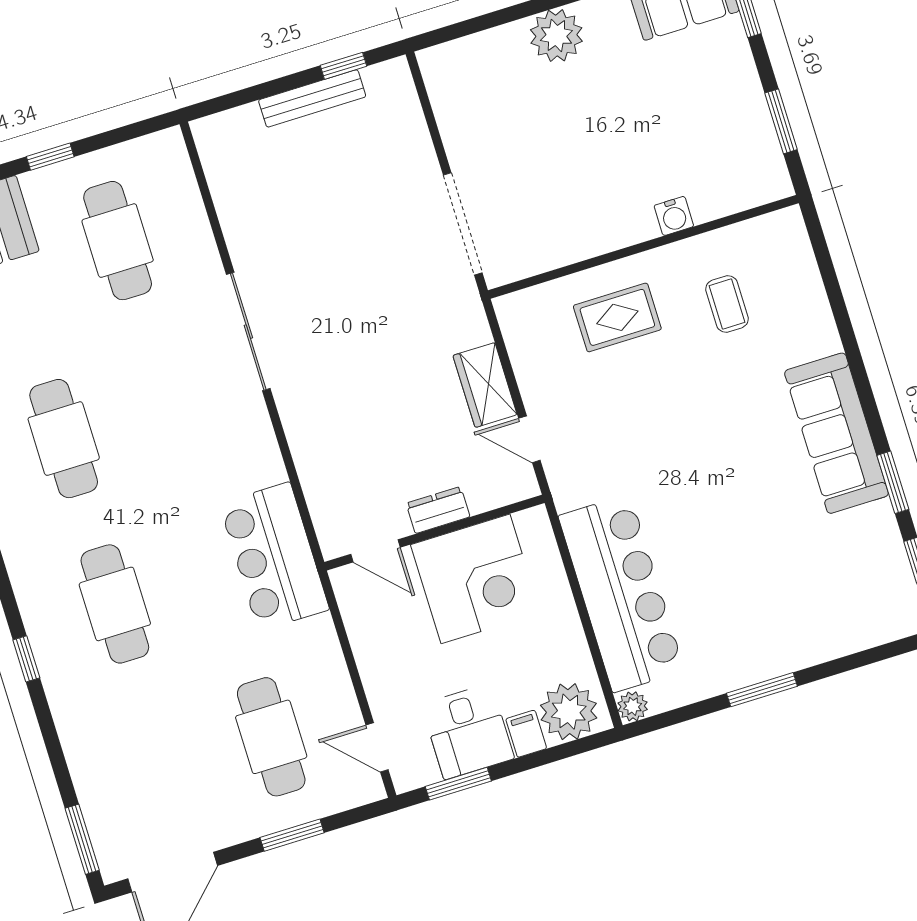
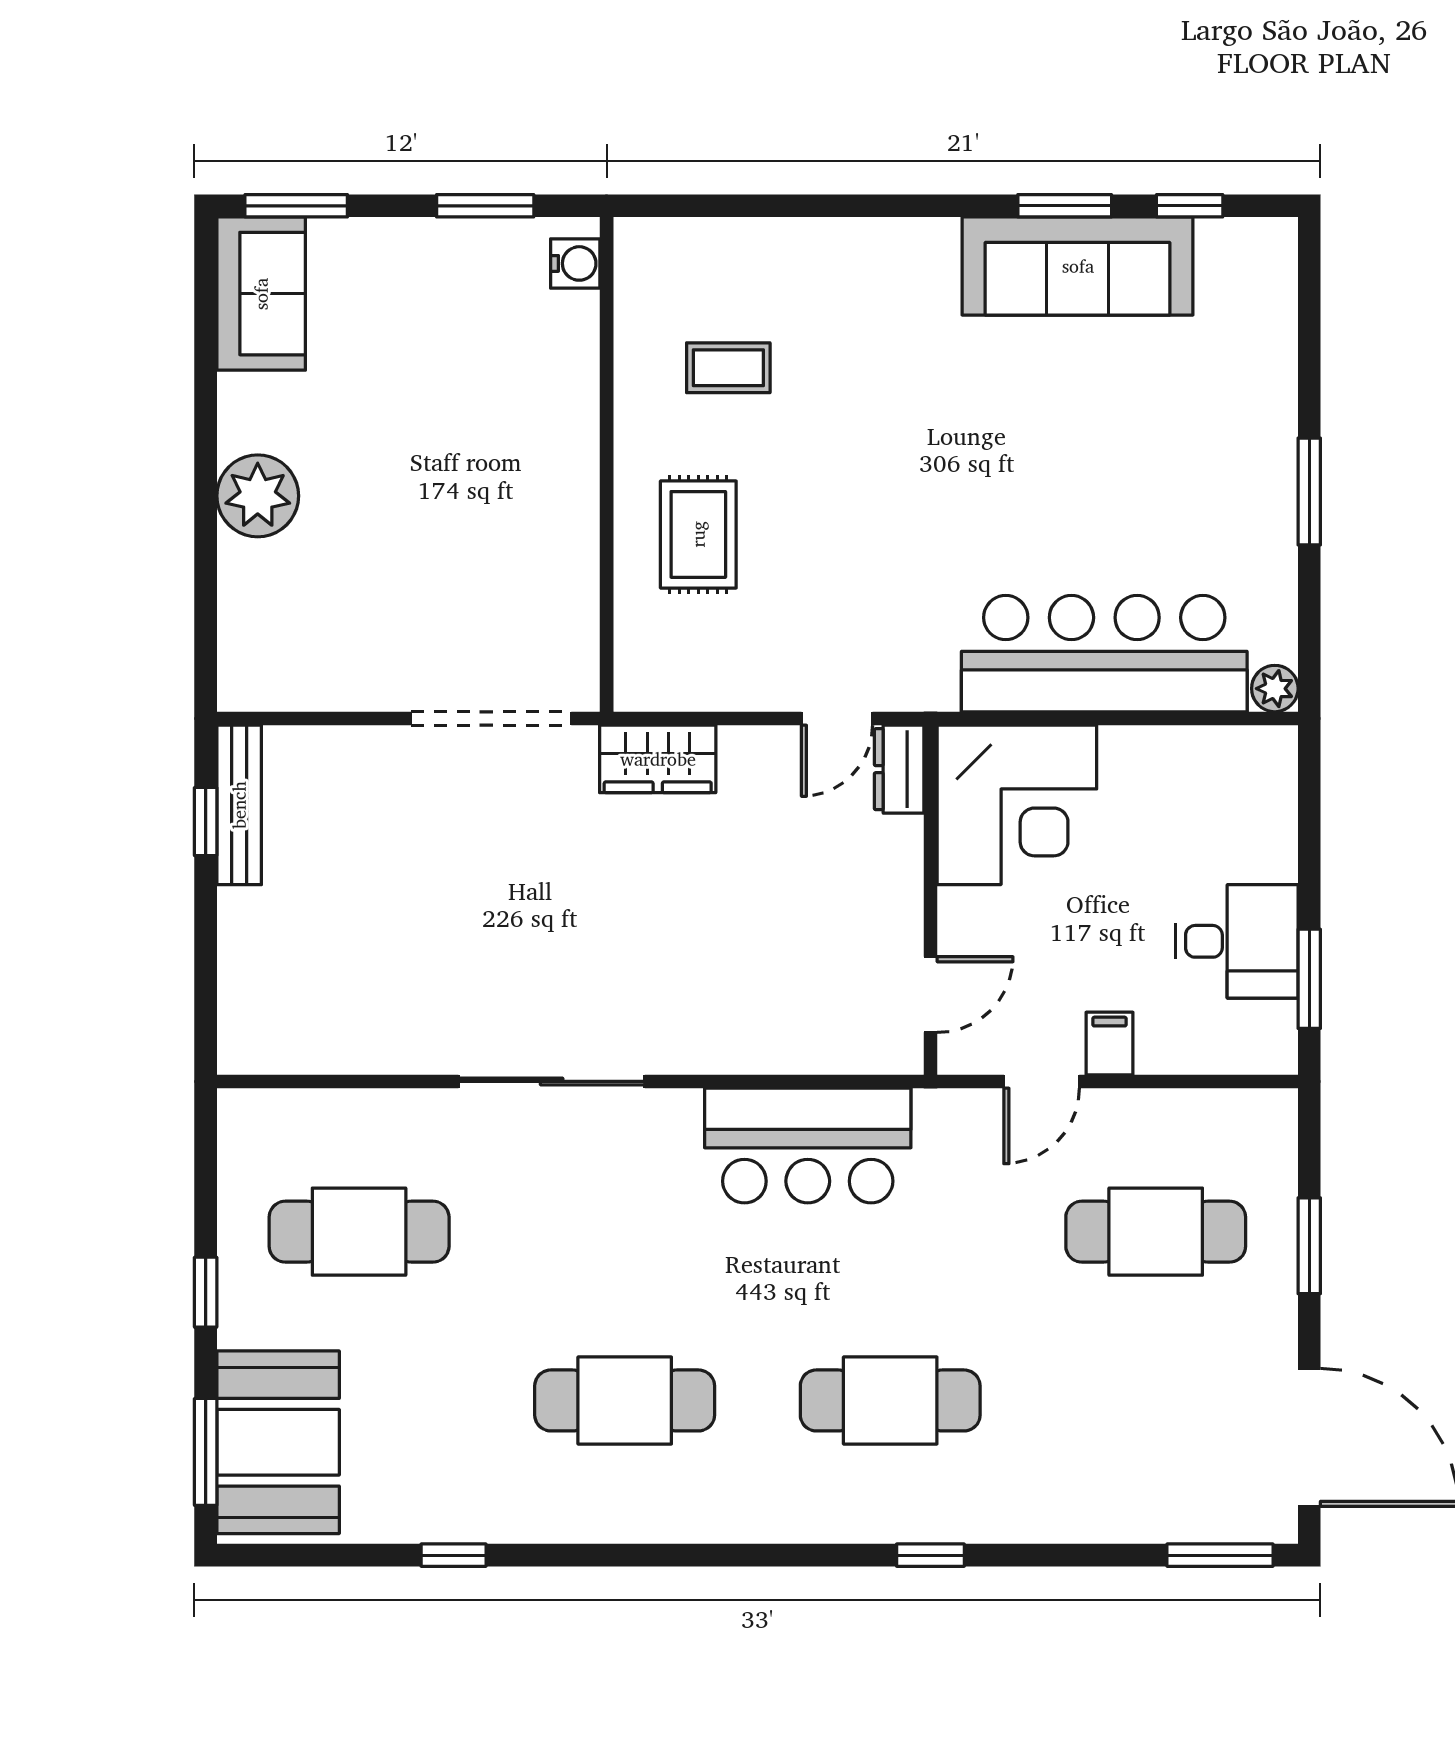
bench: (312, 98) -> (239, 805), moved
water cooler: (674, 216) -> (575, 263), moved
wardrobe: (485, 385) -> (658, 759), moved
sofa: (836, 433) -> (1078, 266), moved
dresser: (438, 510) -> (899, 769), moved
bar counter: (274, 557) -> (808, 1146), moved
corner desk: (475, 579) -> (1017, 805), moved, turned 90
plant: (569, 712) -> (1254, 784), removed
filing cabinet: (526, 734) -> (1110, 1043), moved, turned 90
door: (377, 747) -> (1042, 1081), moved

